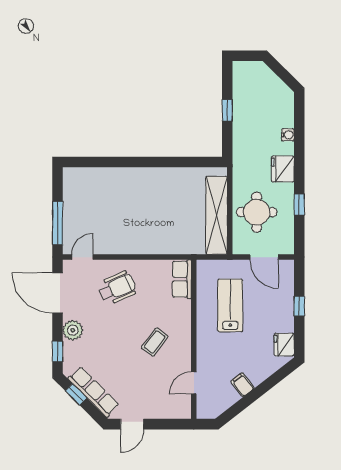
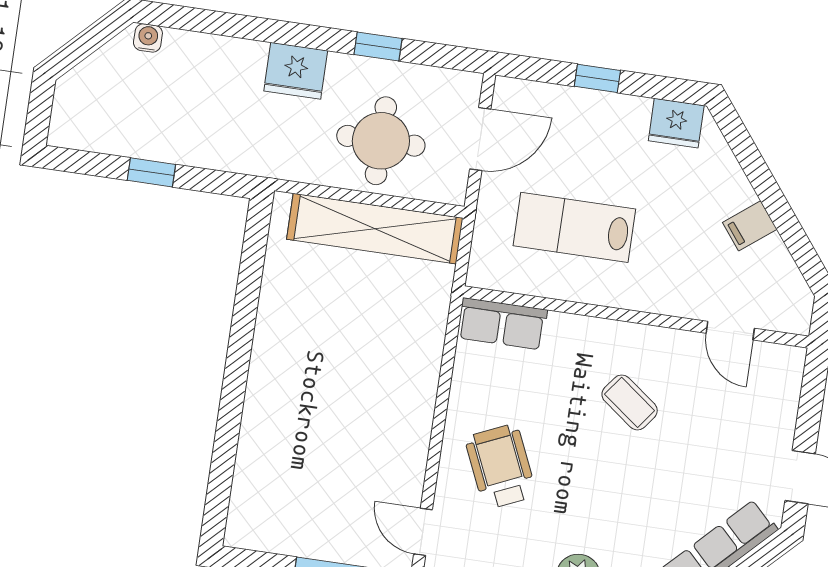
water cooler: (288, 135) -> (148, 38), moved

